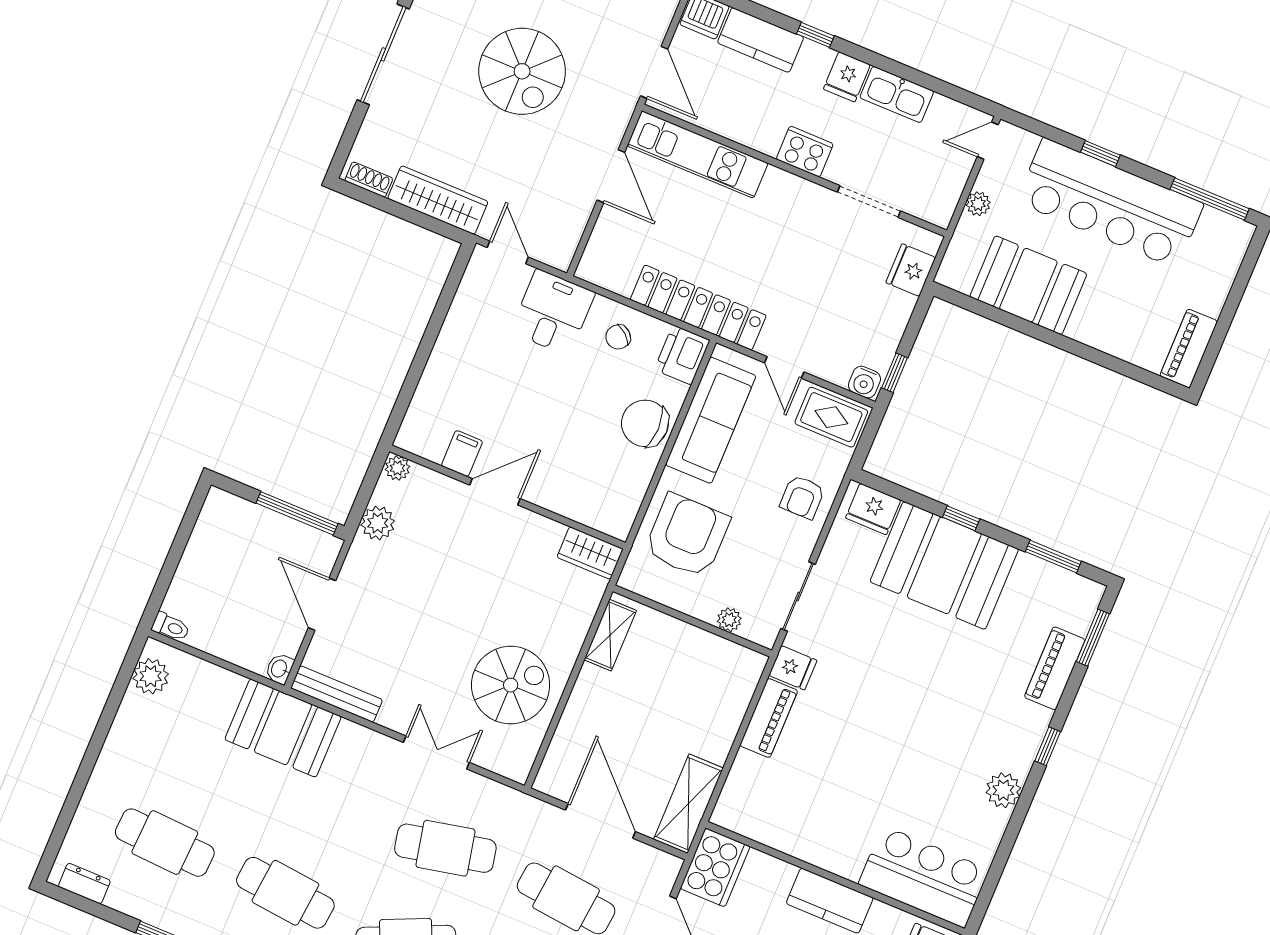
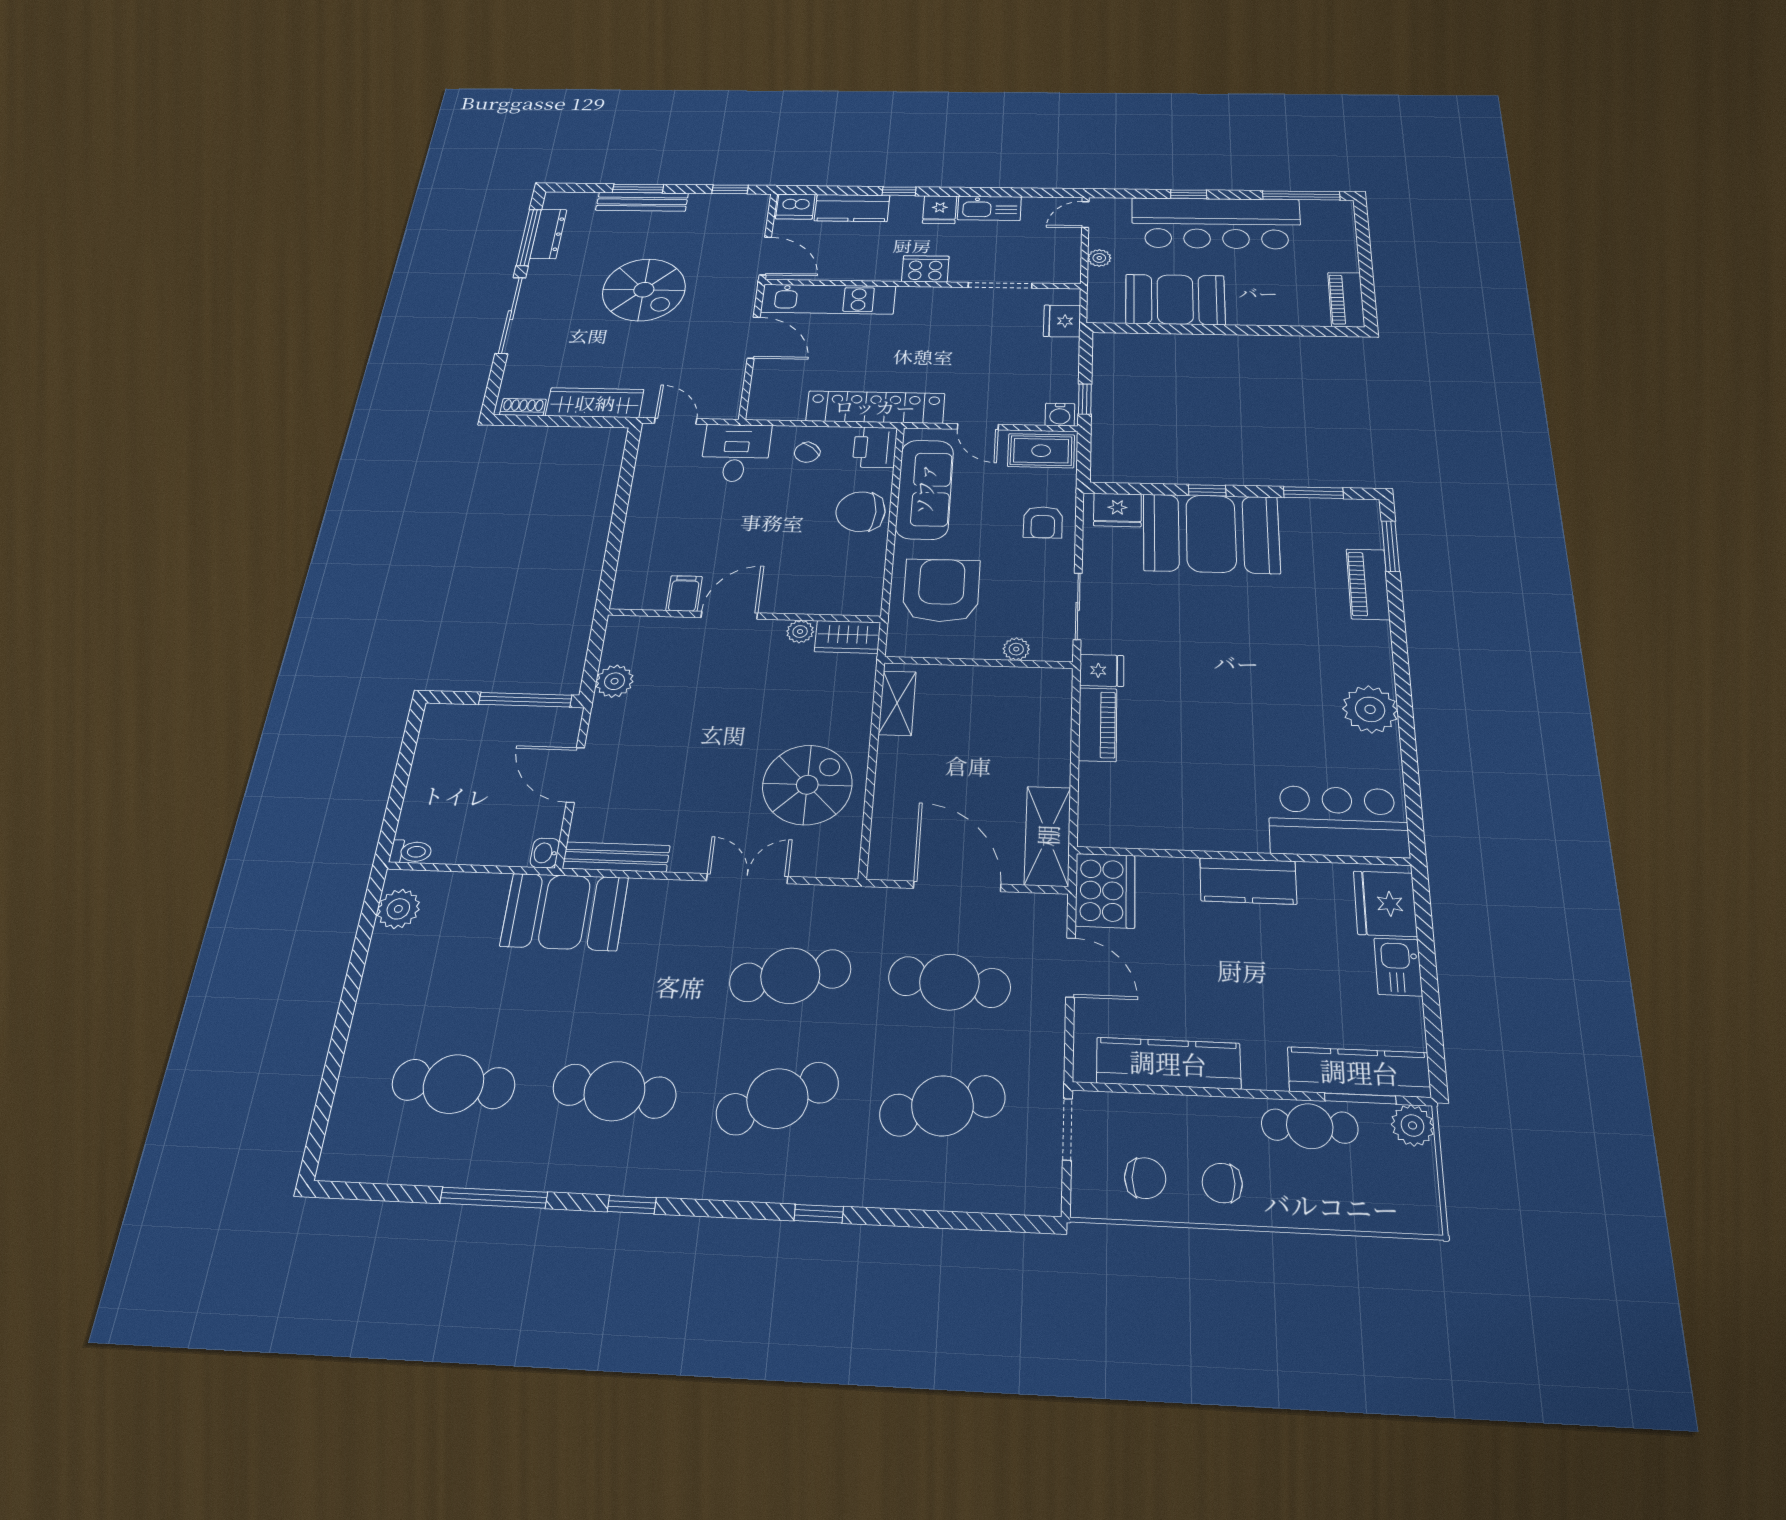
plant: (397, 468) -> (800, 631), moved
window: (1048, 746) -> (1400, 654), removed
plant: (1003, 790) -> (1370, 709), width x1.36, depth x1.36
dresser: (84, 884) -> (363, 1166), removed

